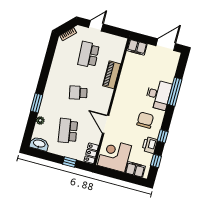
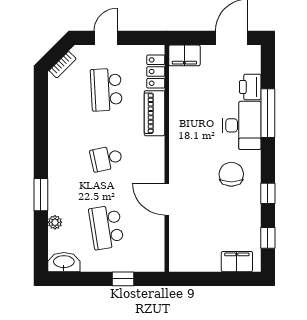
printer: (150, 145) -> (250, 87), moved
locker: (91, 153) -> (156, 72), moved
corner desk: (114, 155) -> (196, 247), removed

